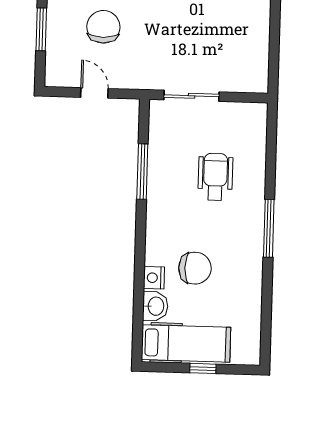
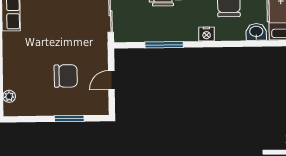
chair: (103, 27) -> (66, 76), turned 180
nightstand: (154, 278) -> (207, 34), moved

